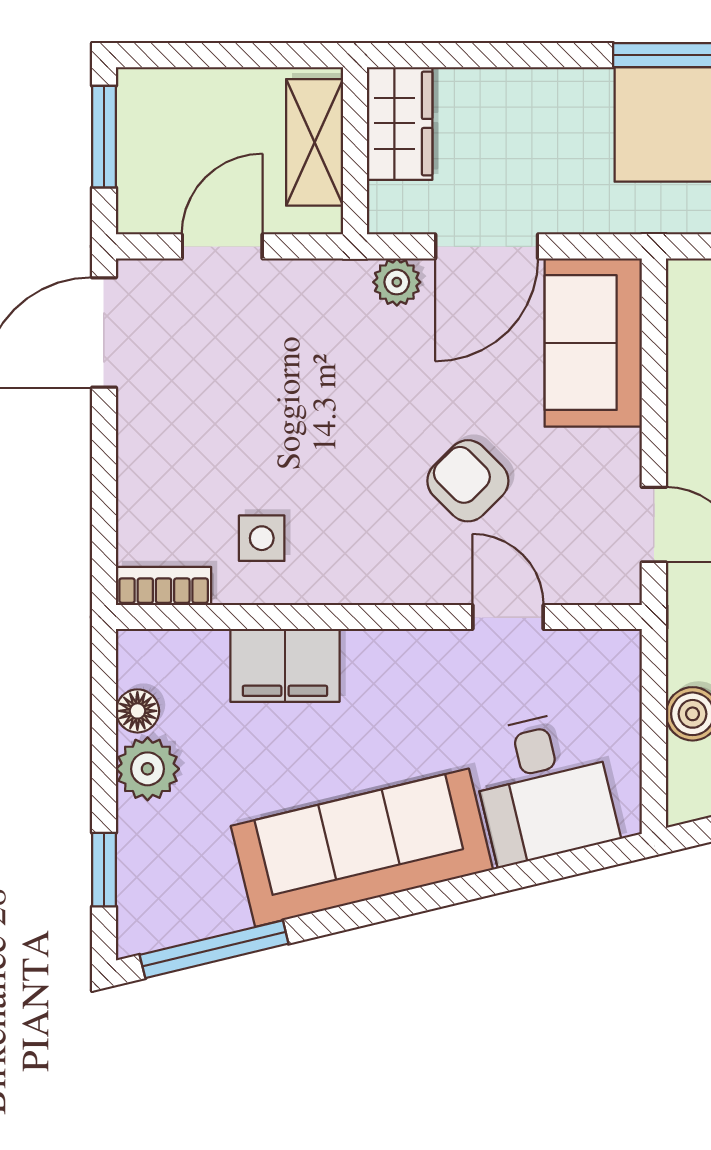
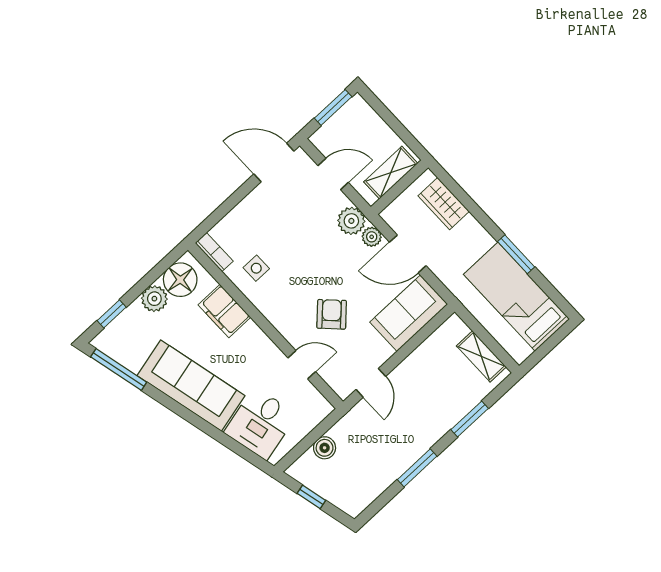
wardrobe: (400, 123) -> (444, 204), moved, turned 90
plant: (335, 292) -> (351, 221), added
door: (508, 617) -> (302, 365), hinge flipped
floor lamp: (137, 711) -> (180, 280), width x1.89, depth x1.89

